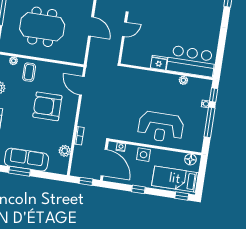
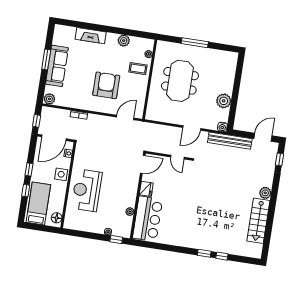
door: (91, 26) -> (192, 128), moved
door: (132, 67) -> (143, 164), added
window: (209, 122) -> (91, 236), removed
plant: (65, 151) -> (49, 99), moved
window: (182, 196) -> (26, 191), moved

